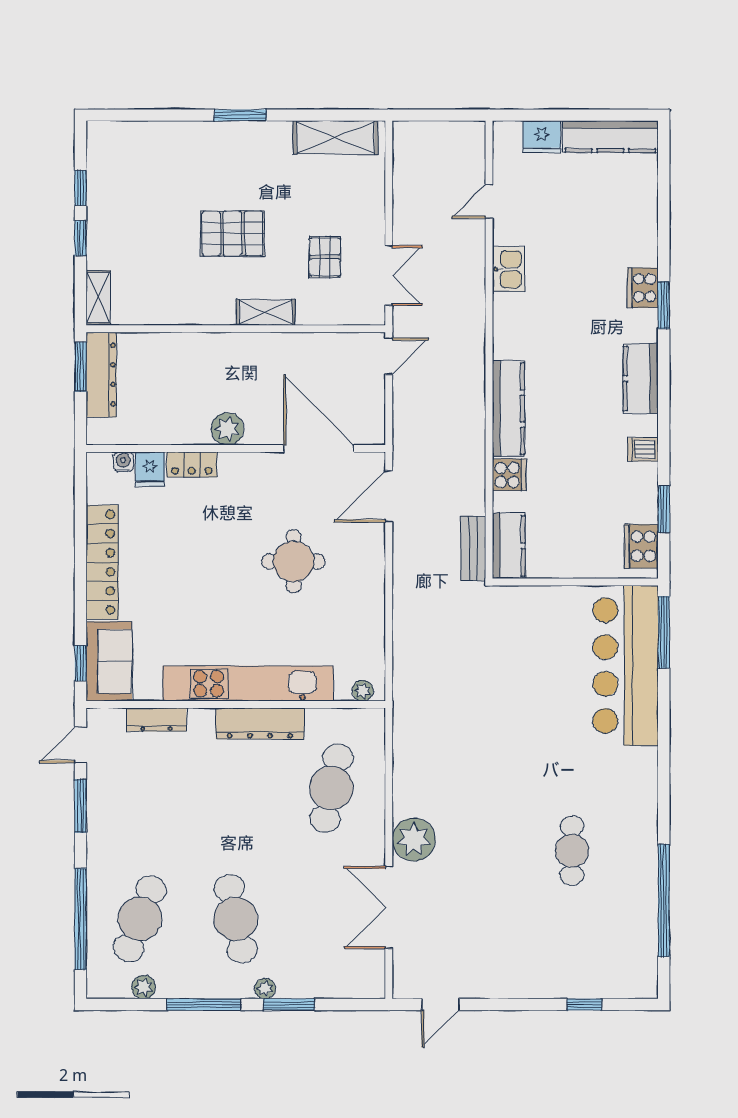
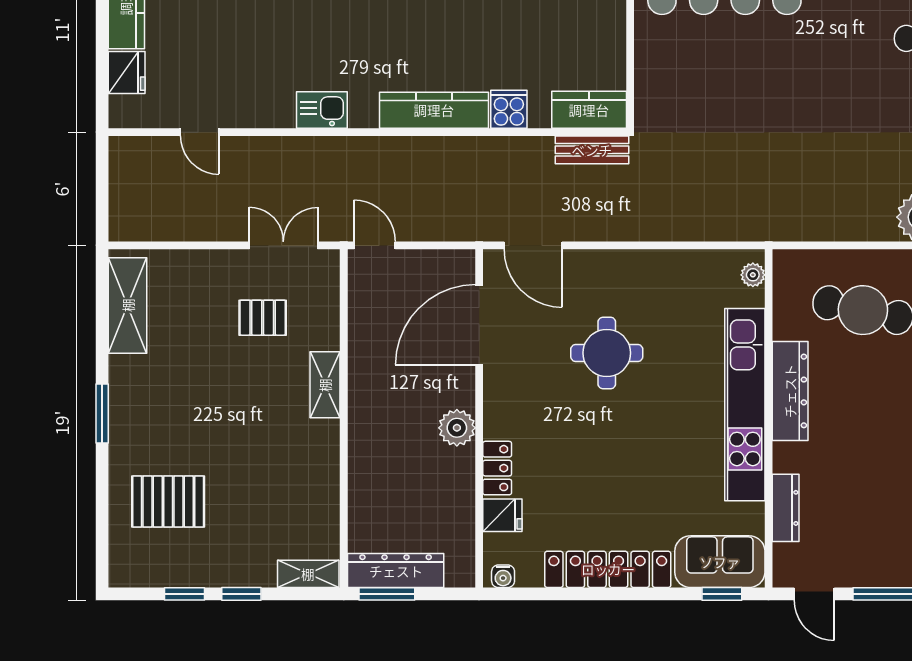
pallet: (233, 234) -> (168, 502), moved, turned 90
kitchen sink: (509, 269) -> (322, 110), moved
water cooler: (123, 462) -> (503, 576), moved, turned -90

